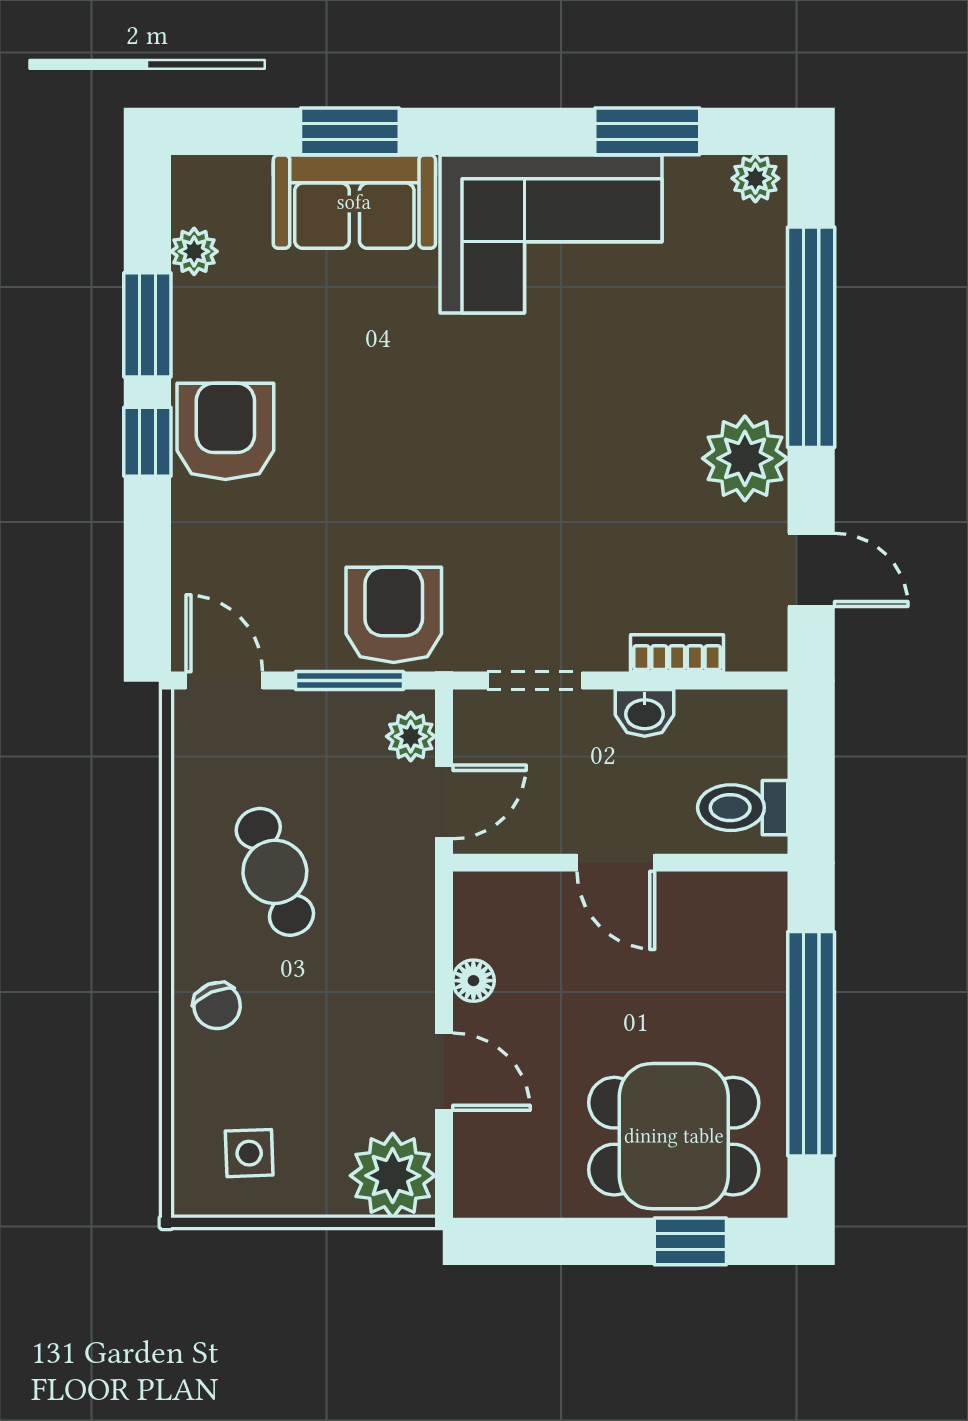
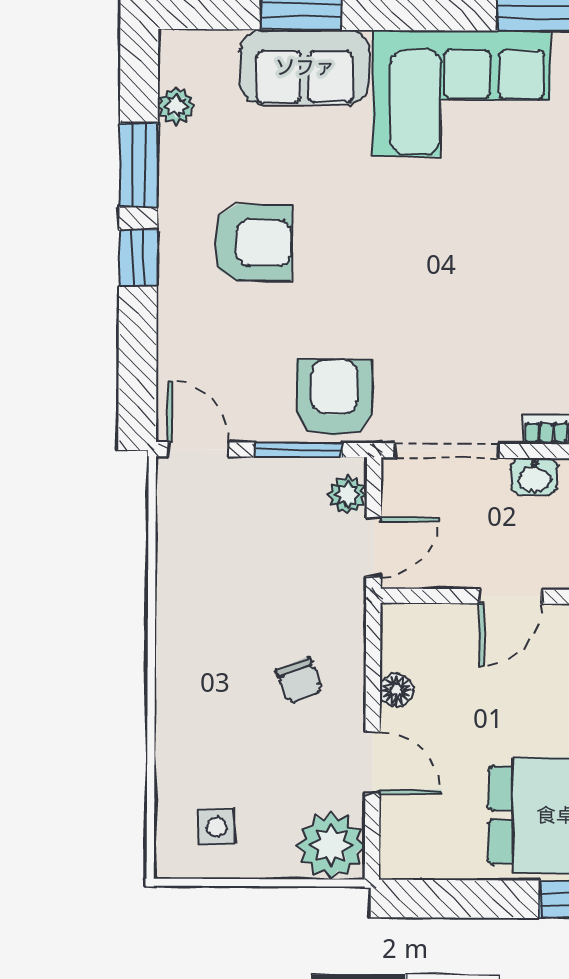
armchair: (225, 431) -> (253, 243), moved, turned 90
doorway: (535, 681) -> (447, 451), width x1.38
door: (616, 863) -> (511, 596), hinge flipped
cafe table: (275, 872) -> (238, 602), removed
chair: (217, 1006) -> (299, 680), moved

